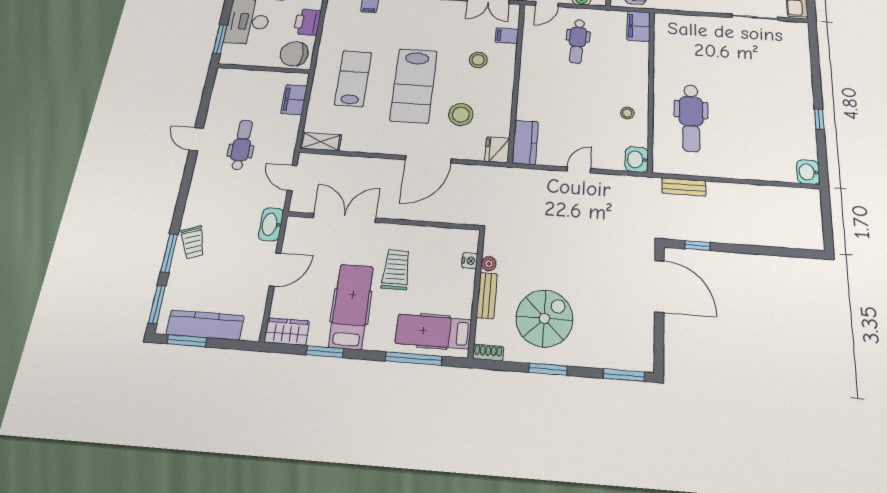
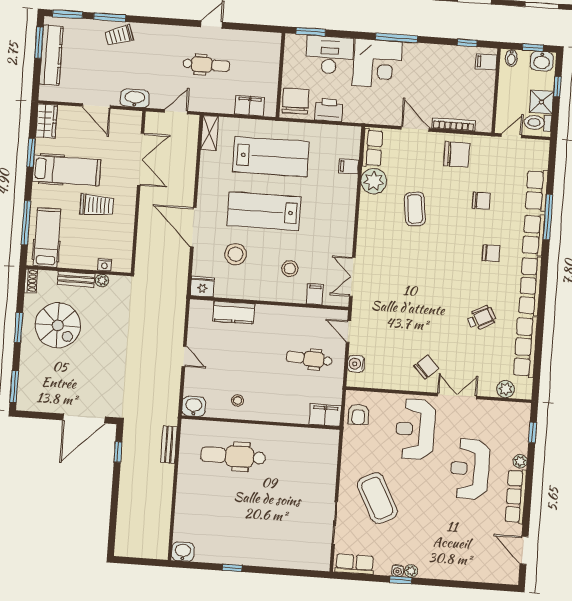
lab bench: (353, 78) -> (271, 157), width x1.36, depth x1.39
kitchen counter: (525, 142) -> (234, 312), moved

